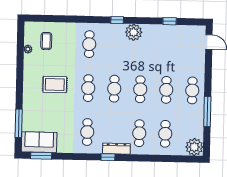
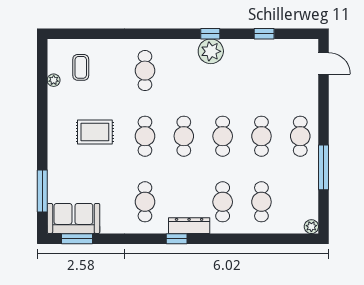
window: (117, 20) -> (210, 34), moved
plant: (194, 147) -> (311, 227), width x0.53, depth x0.53

